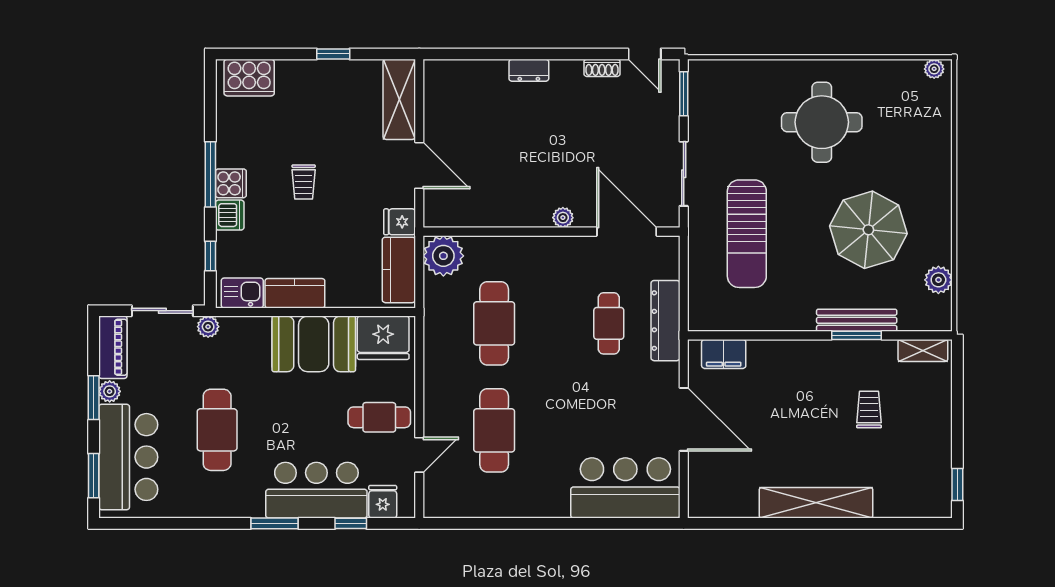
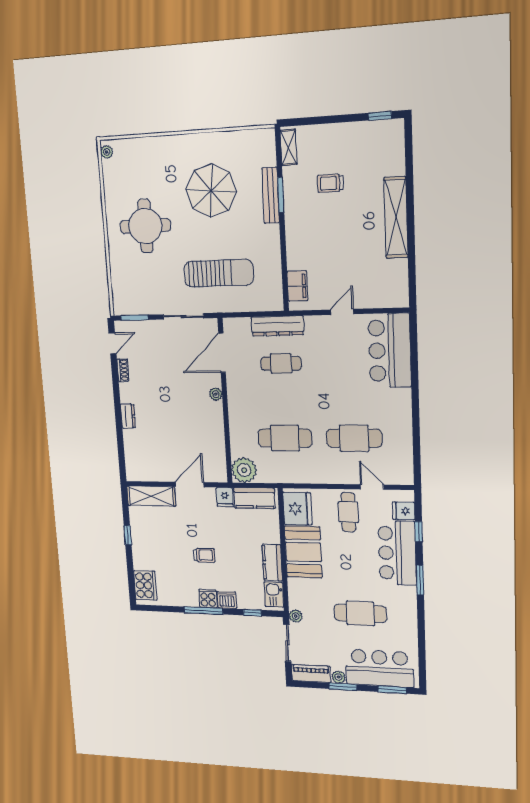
plant: (938, 280) -> (241, 140), removed
door: (684, 419) -> (342, 312), width x0.53

